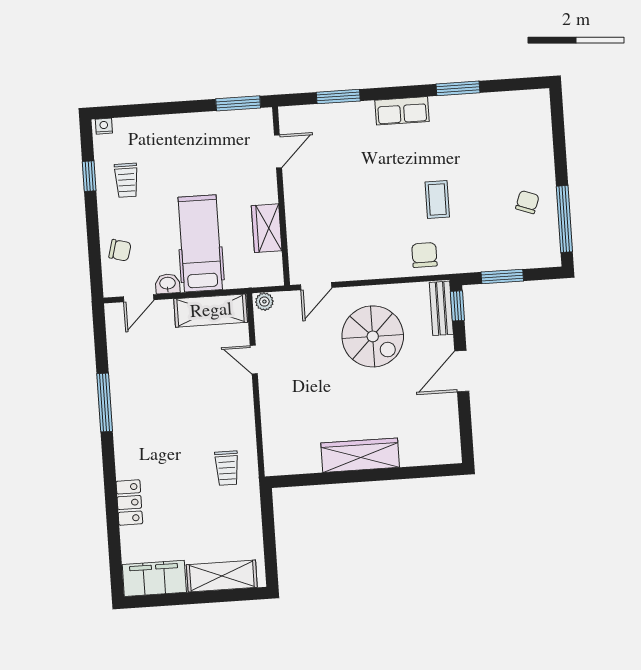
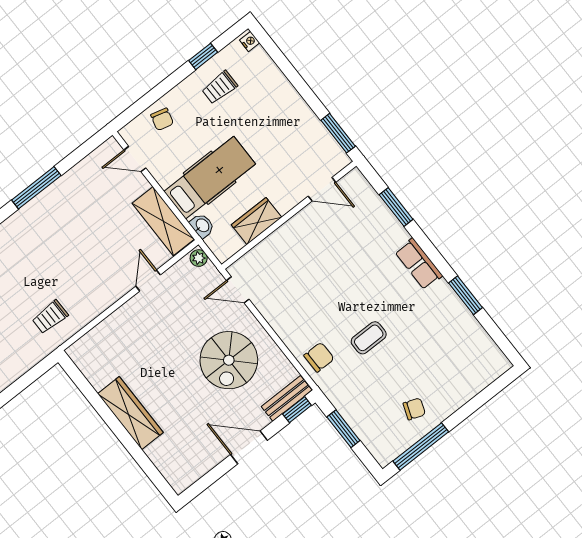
washbasin: (168, 284) -> (202, 226), moved

